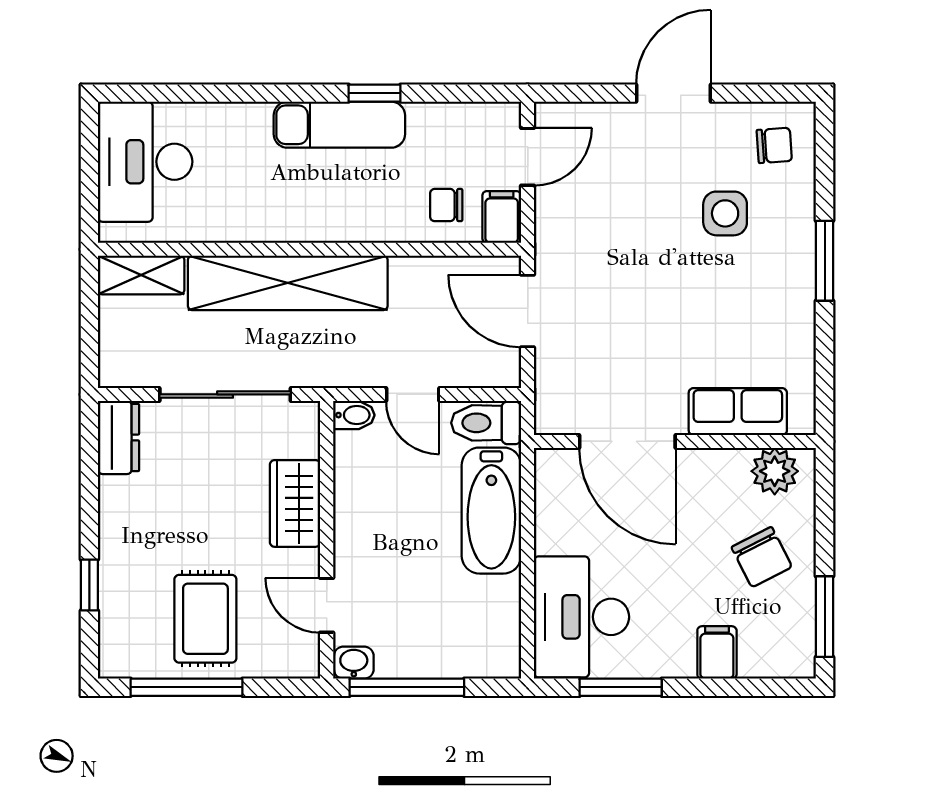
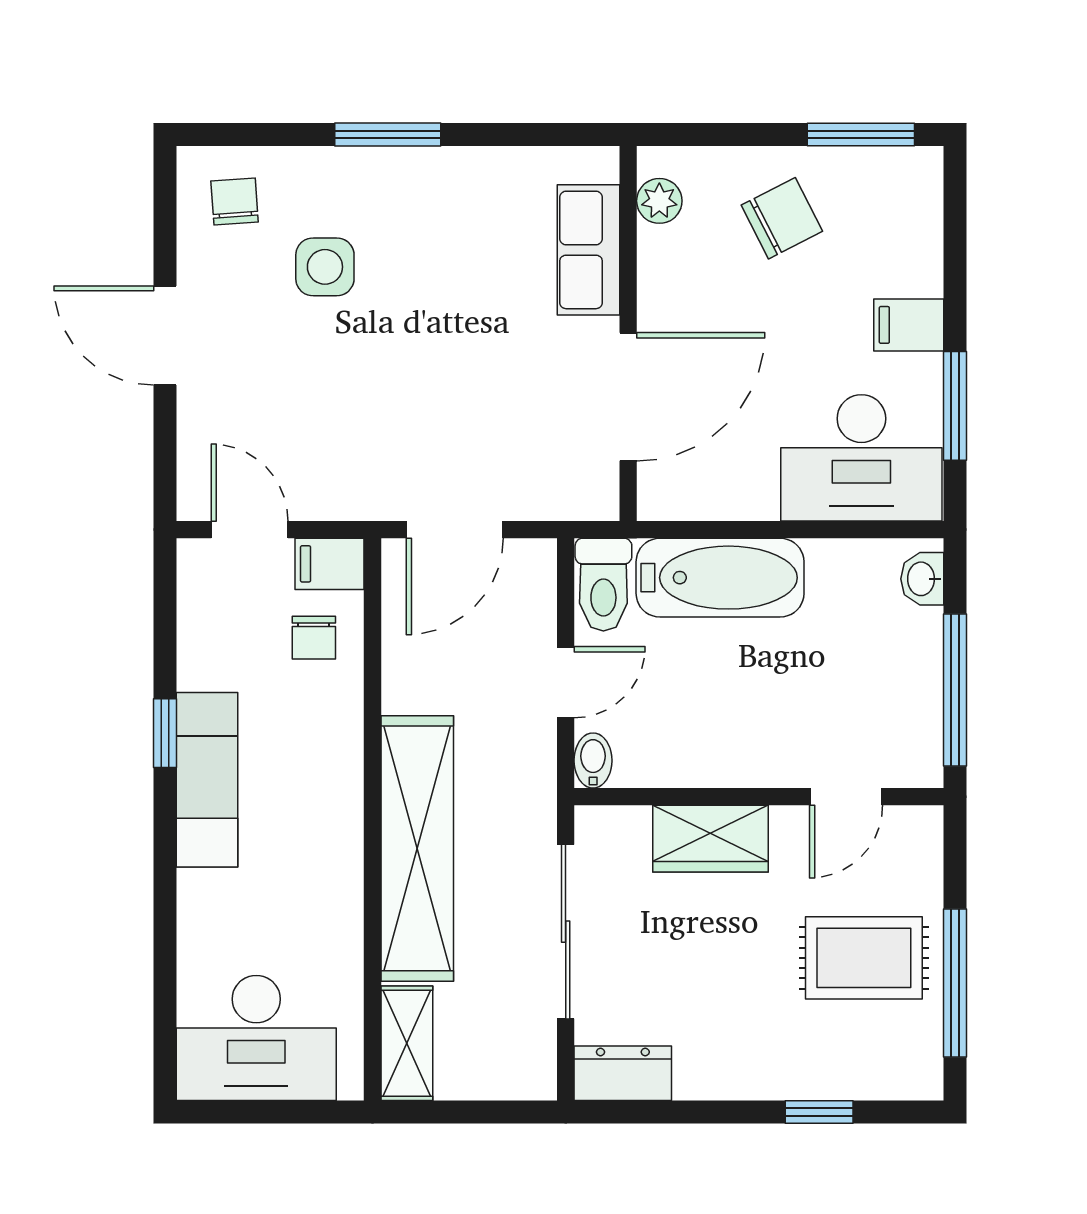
plant: (775, 471) -> (659, 201), width x0.73, depth x0.73
filing cabinet: (717, 652) -> (909, 325), moved
washbasin: (354, 663) -> (922, 579), moved

